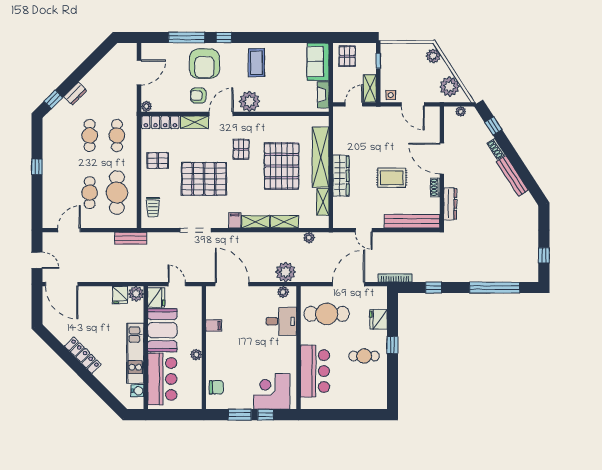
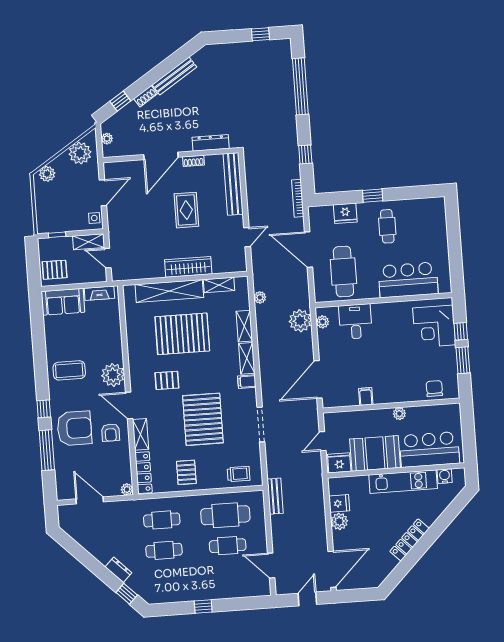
plant: (136, 294) -> (339, 521), moved

